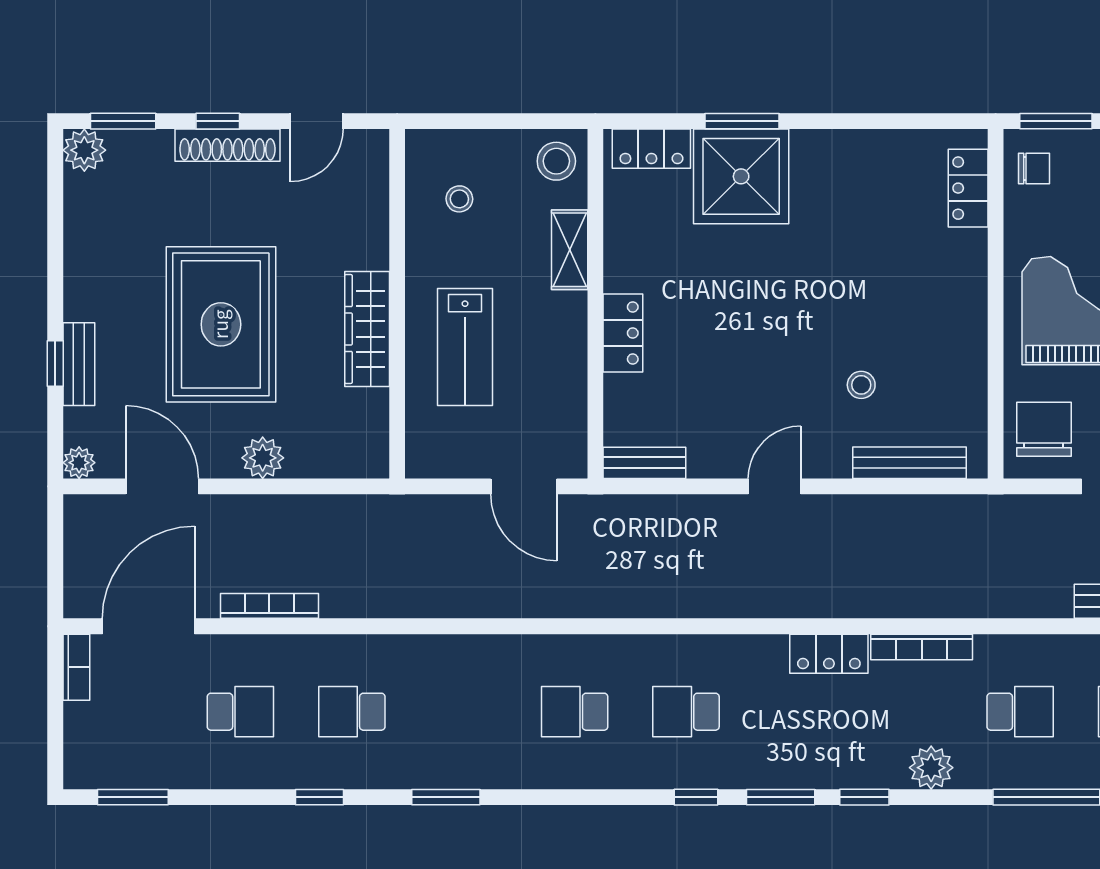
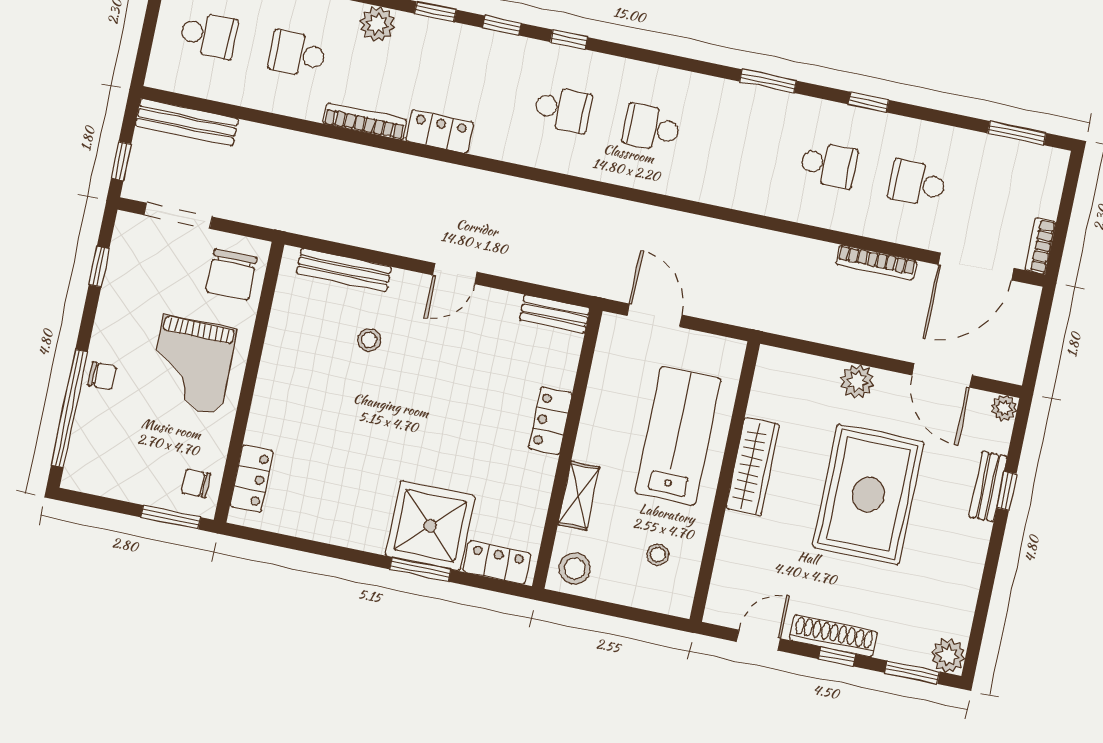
lab bench: (465, 347) -> (678, 436), width x1.36, depth x1.39
school desk: (575, 712) -> (651, 128), turned 180
window: (781, 797) -> (502, 26), width x0.67

